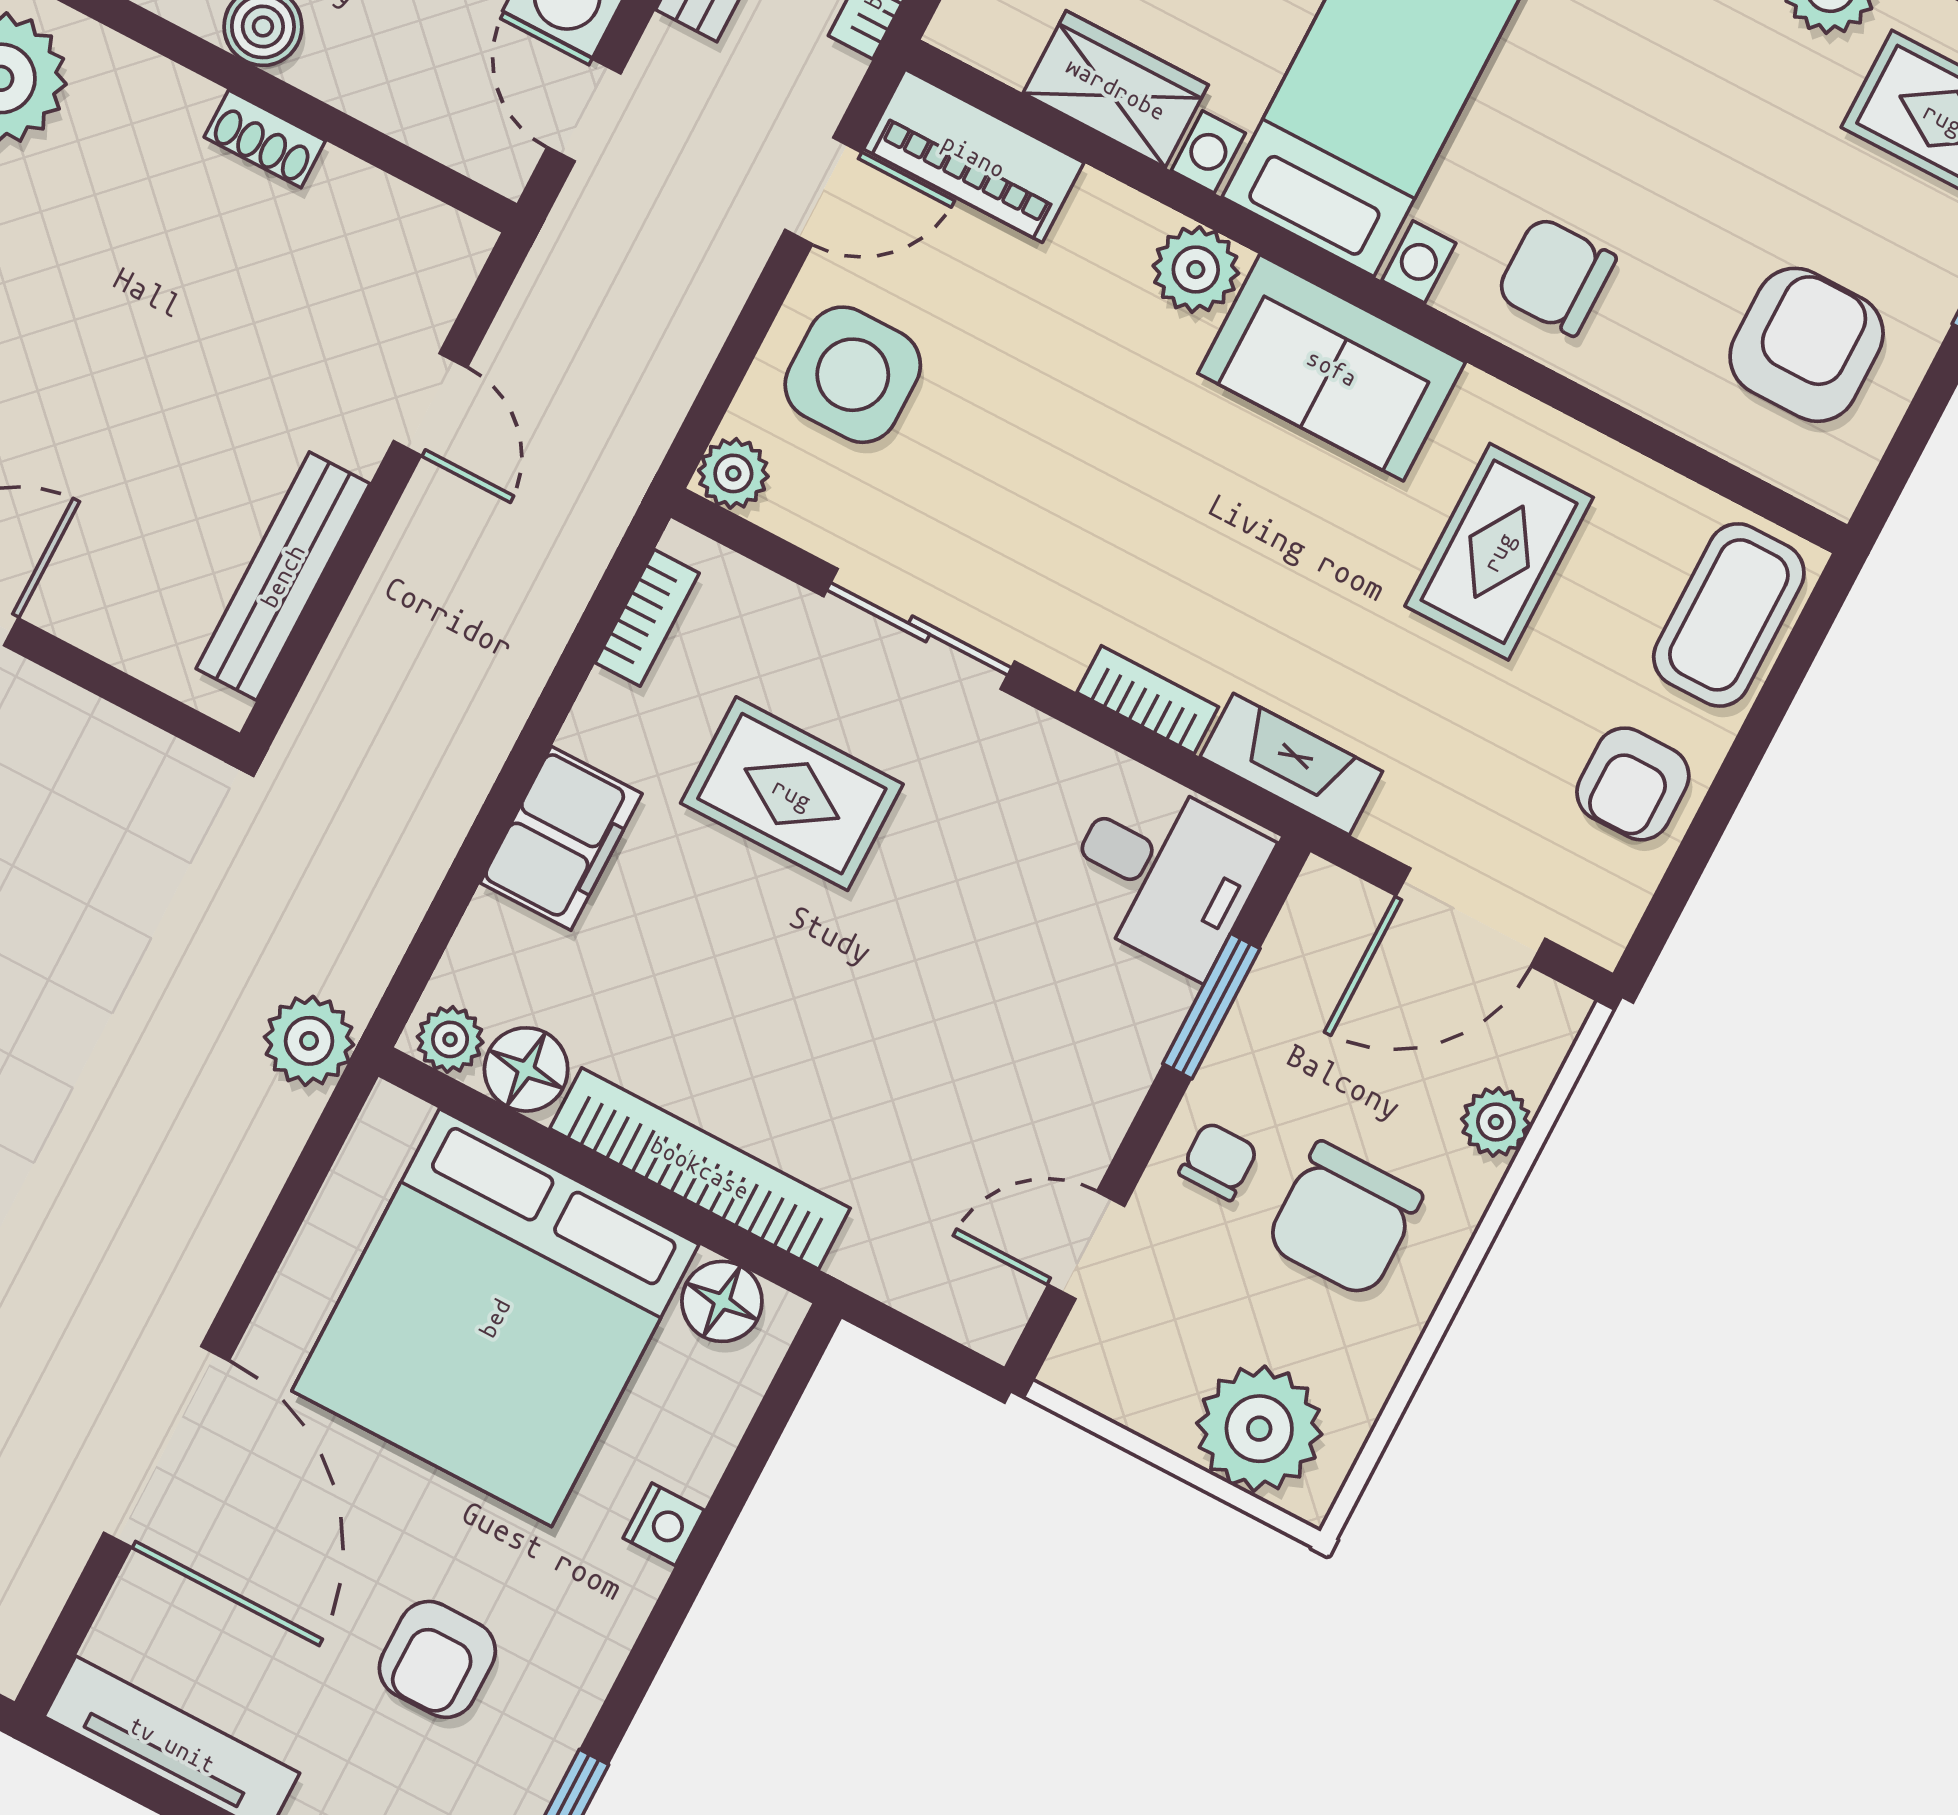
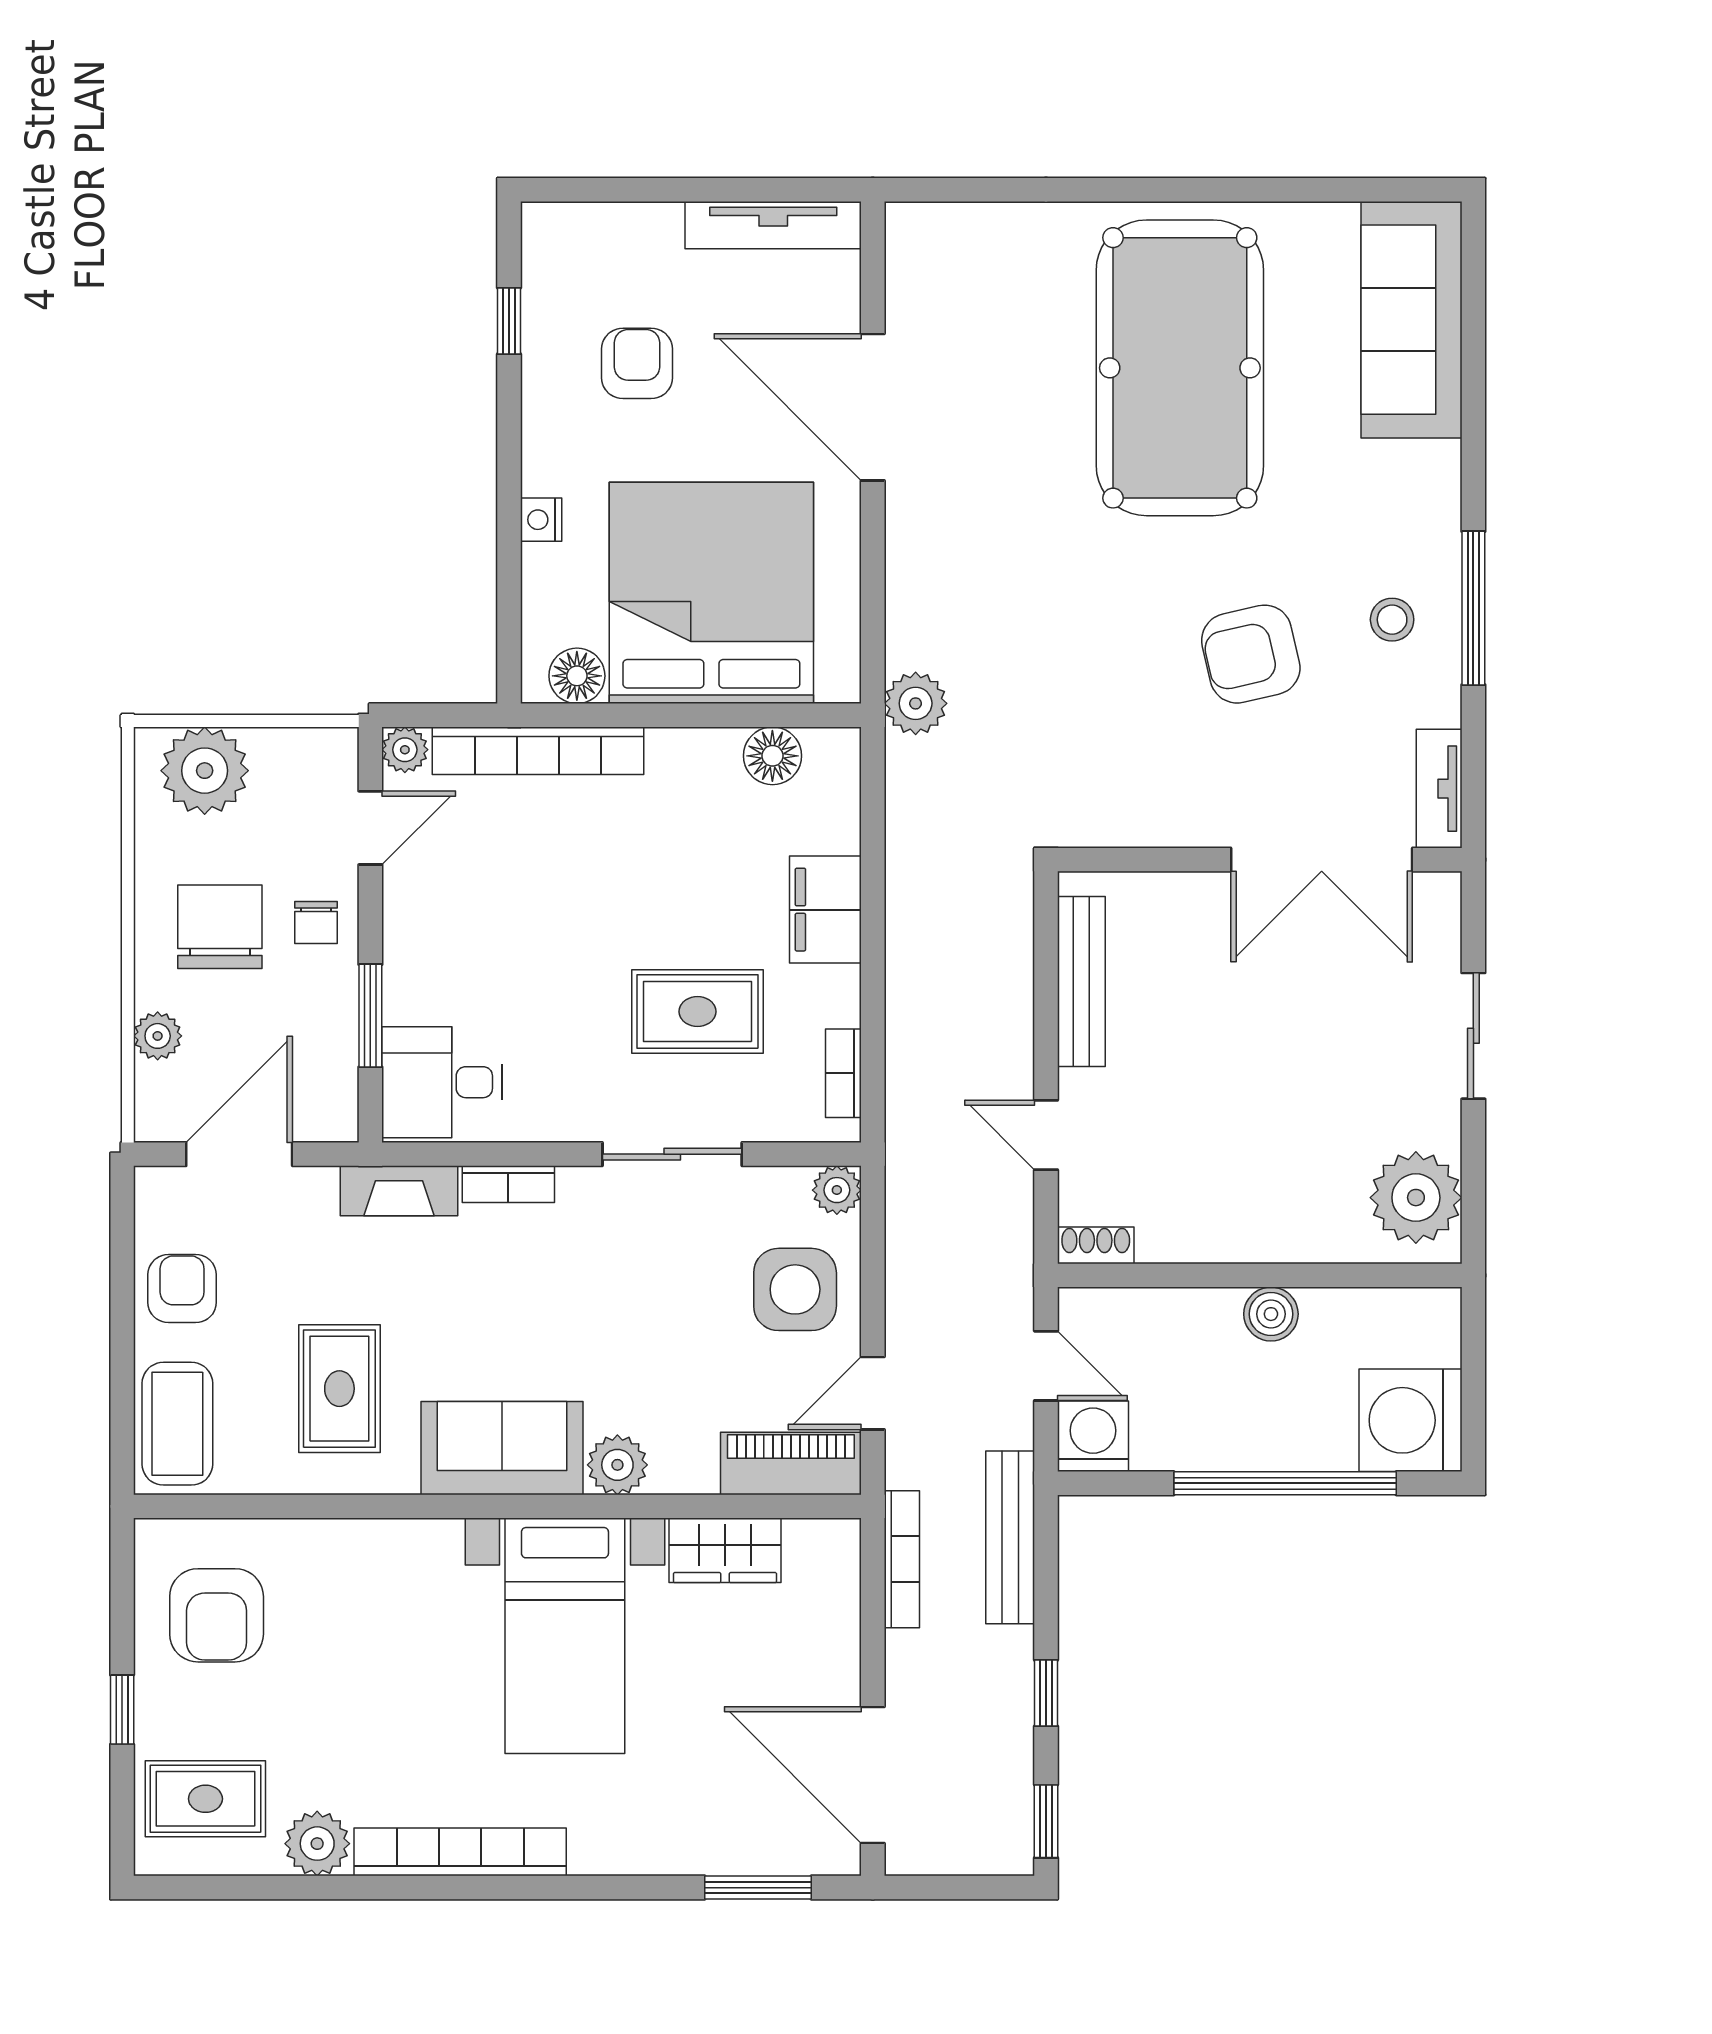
shoe rack: (265, 139) -> (1096, 1245), moved
chair: (1556, 276) -> (393, 1577), removed
plant: (450, 1039) -> (405, 750), moved
bookcase: (700, 1168) -> (538, 751), moved

